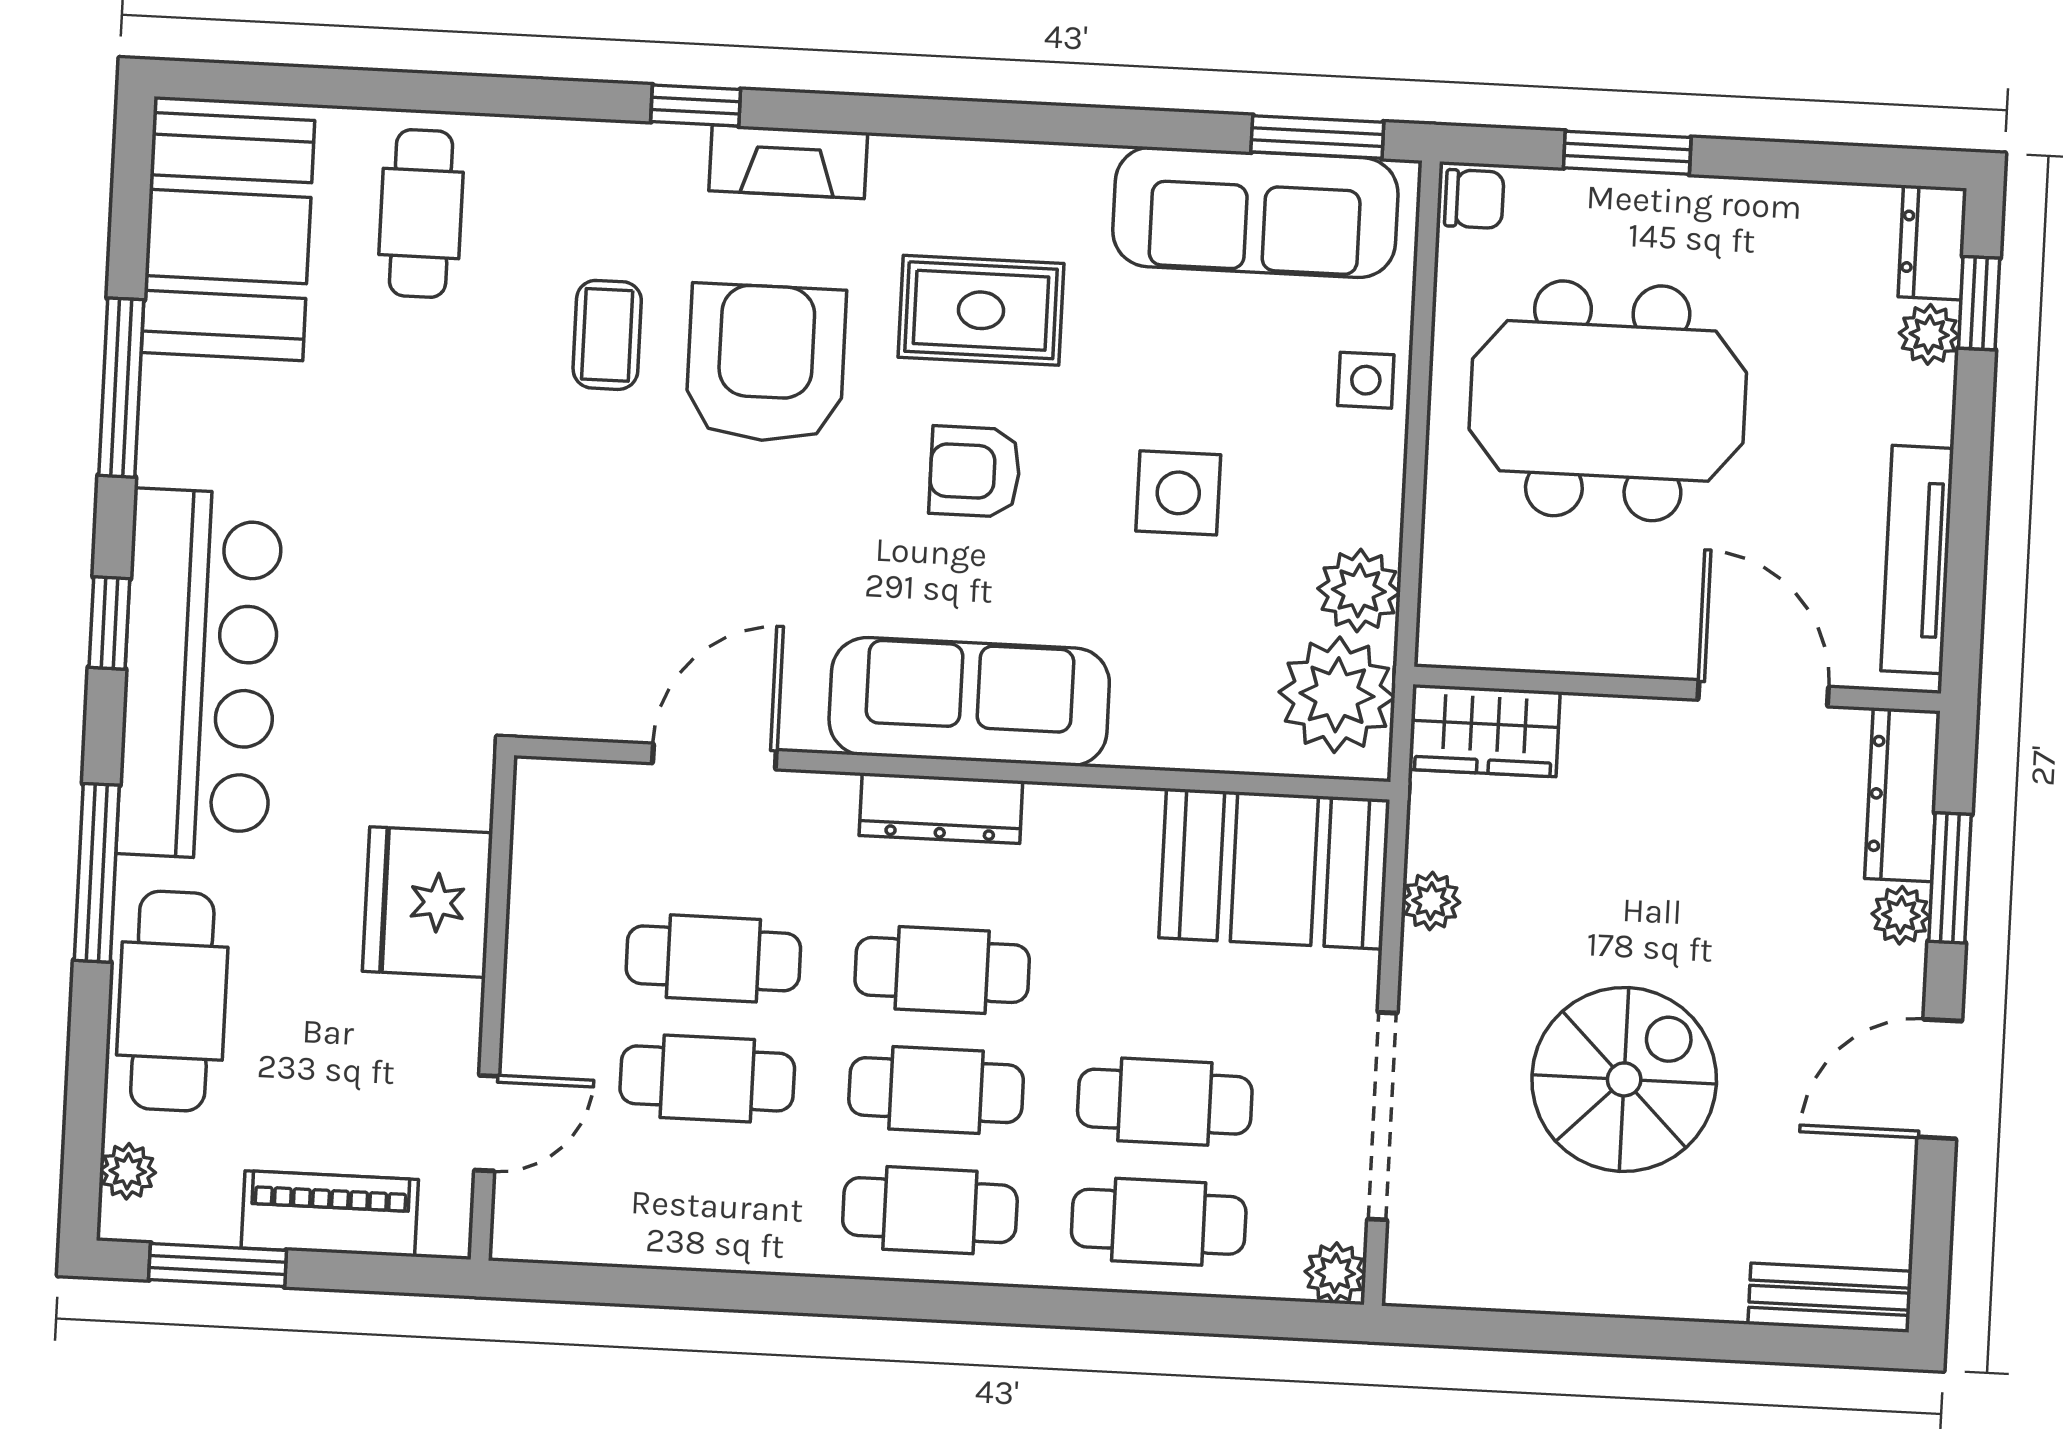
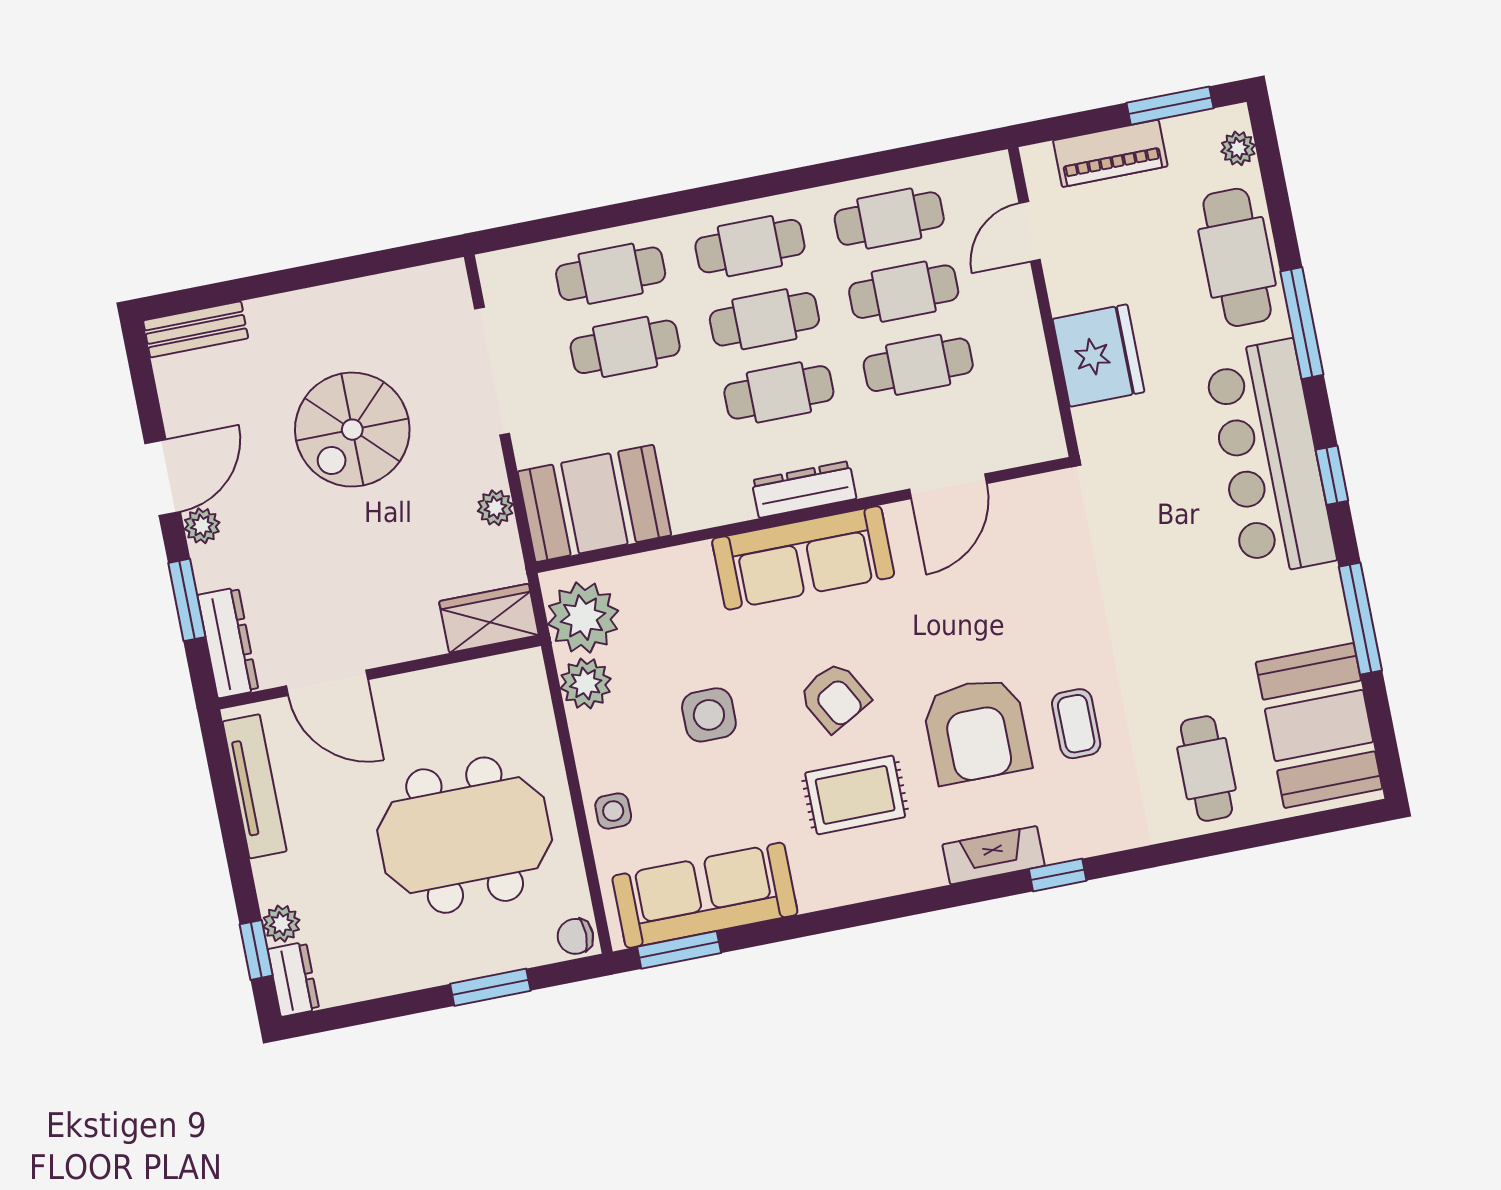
armchair: (975, 472) -> (834, 697), turned 61
plant: (1901, 915) -> (202, 526), moved
cafe table: (701, 1199) -> (889, 219), added
plant: (1335, 1273) -> (497, 270), removed

